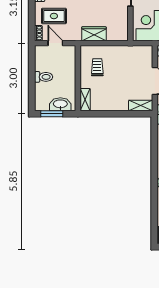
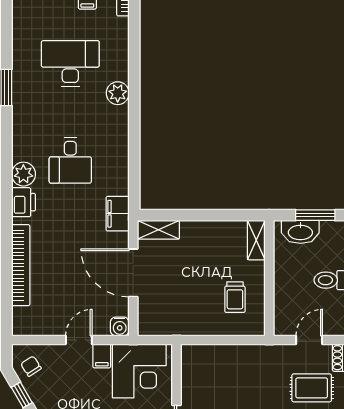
wardrobe: (94, 34) -> (241, 356), removed
door: (55, 43) -> (309, 340), swing flipped

